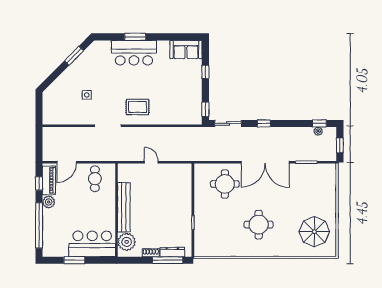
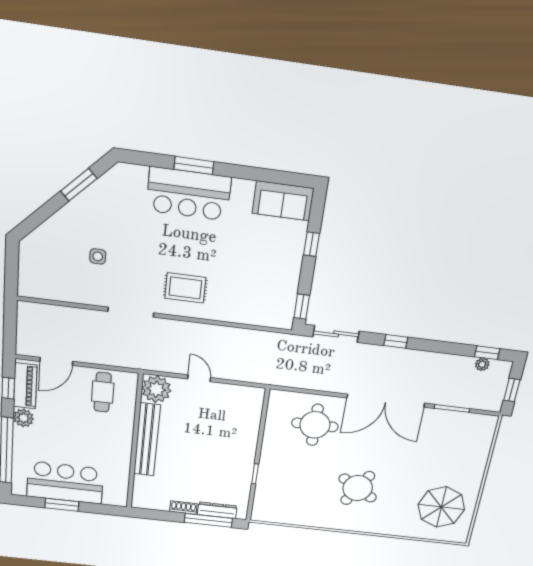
round table: (259, 225) -> (358, 488), turned 31
plant: (127, 242) -> (156, 389), moved
bar counter: (92, 244) -> (65, 483), moved

